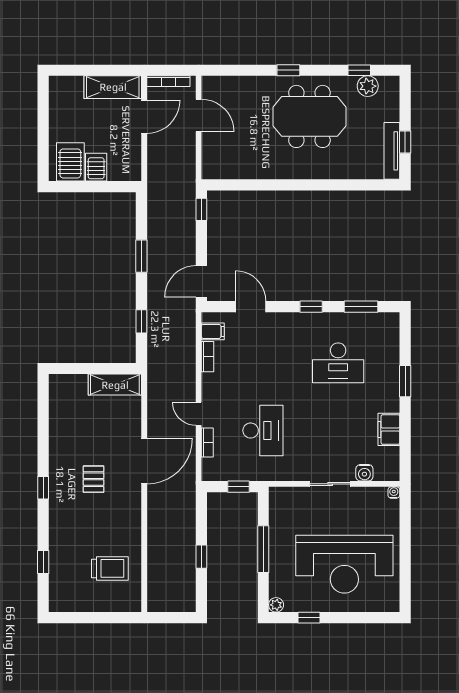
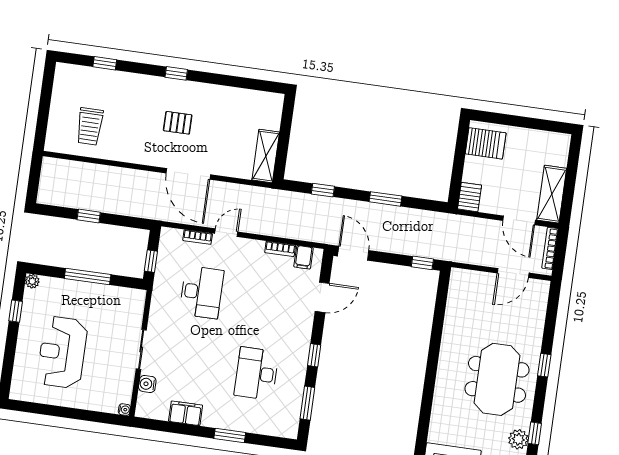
server rack: (96, 167) -> (470, 197), moved, turned -90
desk: (263, 431) -> (202, 292), turned -90
reception desk: (344, 564) -> (62, 352), width x0.74, depth x0.77

